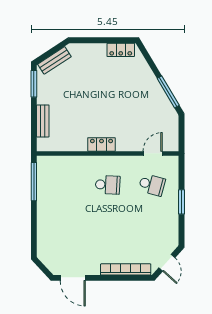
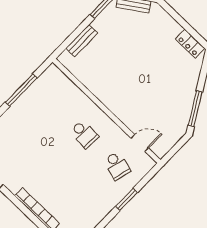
locker: (101, 144) -> (108, 100), removed
window: (34, 182) -> (21, 90), moved

